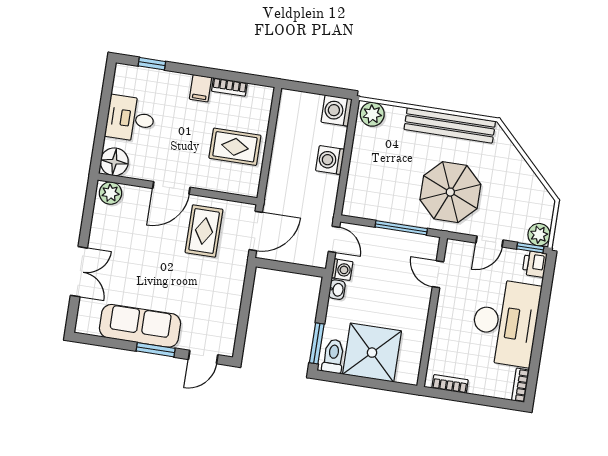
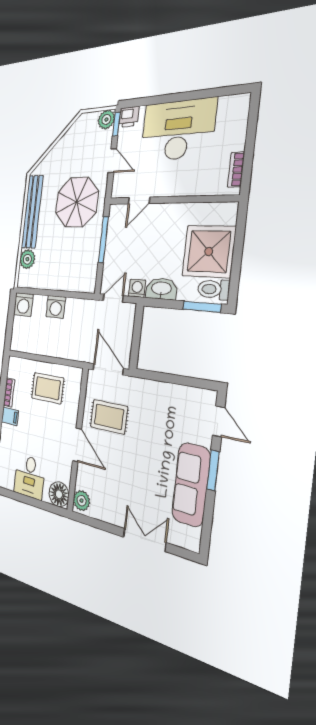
plant: (372, 114) -> (27, 259), moved
rug: (235, 147) -> (48, 388), turned 90
washbasin: (337, 290) -> (161, 289), width x1.91, depth x1.45
bookcase: (520, 385) -> (235, 101), removed

